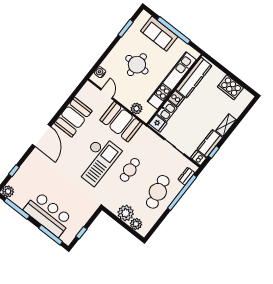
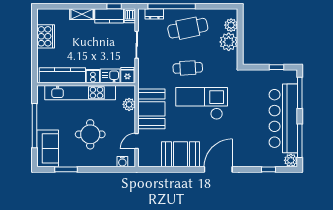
sofa: (159, 34) -> (48, 148), moved
bar counter: (48, 214) -> (283, 118), width x1.36

